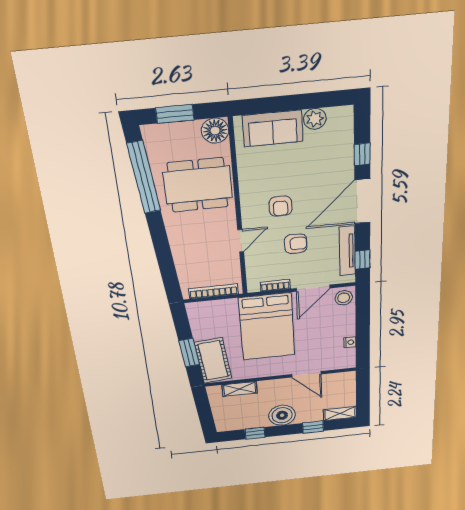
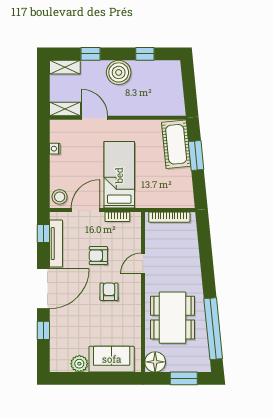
dining table: (198, 185) -> (173, 318), turned 90
bed: (267, 327) -> (119, 175), width x0.67
shelving: (240, 389) -> (65, 109), moved

